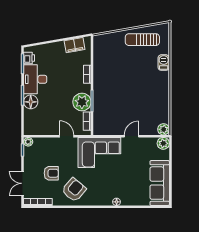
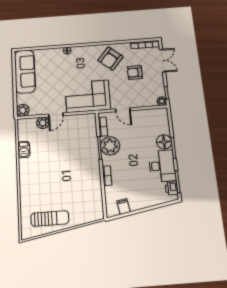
filing cabinet: (75, 45) -> (124, 206), width x0.50
barbecue: (164, 63) -> (24, 150), moved
plant: (164, 129) -> (43, 123), moved

